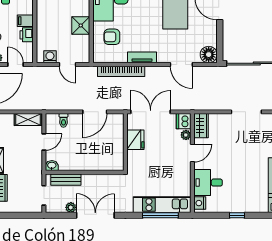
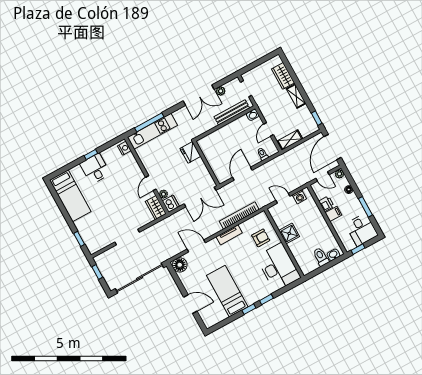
fridge: (135, 140) -> (190, 152), moved
bench: (66, 180) -> (232, 112), width x1.36
desk: (208, 183) -> (95, 169), moved, turned -90

